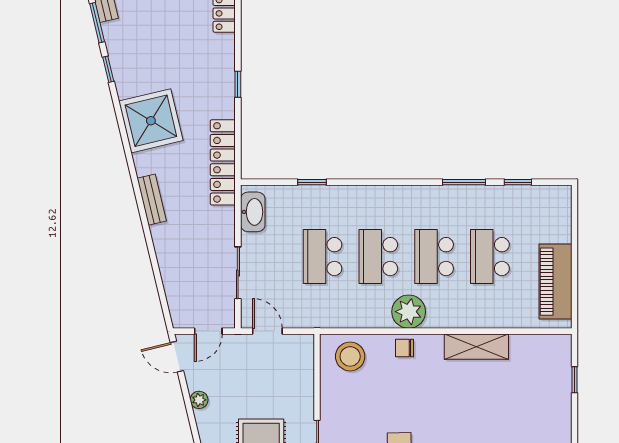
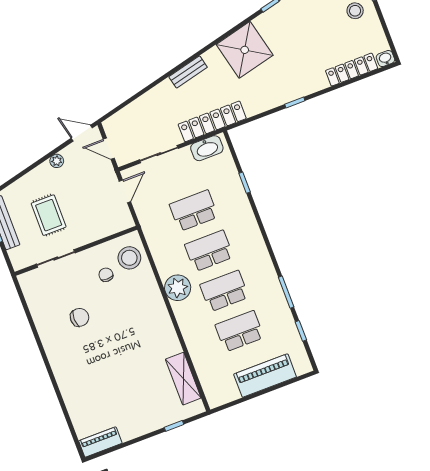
locker: (223, 162) -> (212, 121), moved
piano: (555, 282) -> (265, 376), moved
shelving: (476, 347) -> (183, 379), moved
chair: (404, 348) -> (106, 275), moved
door: (177, 357) -> (82, 133), hinge flipped

